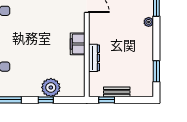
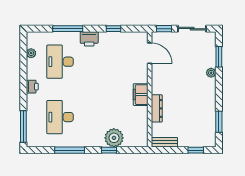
bench: (117, 92) -> (164, 142), moved
window: (107, 100) -> (196, 150), moved

